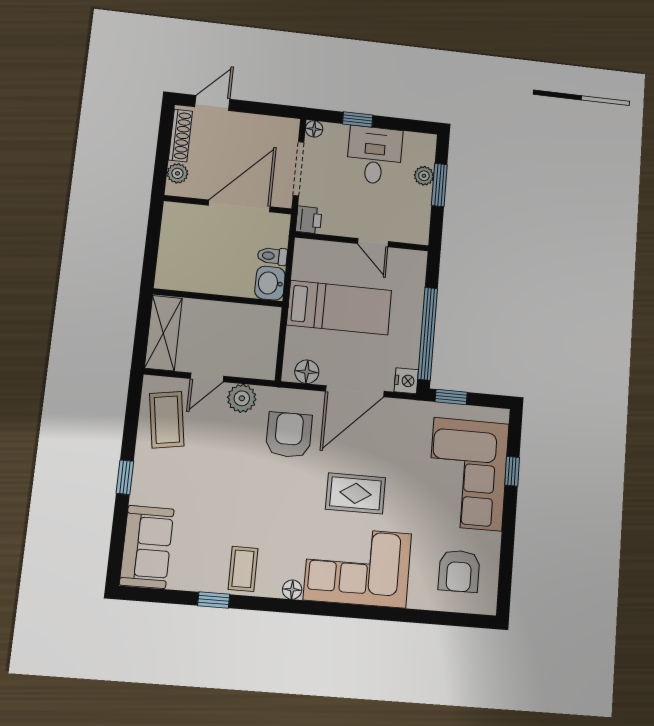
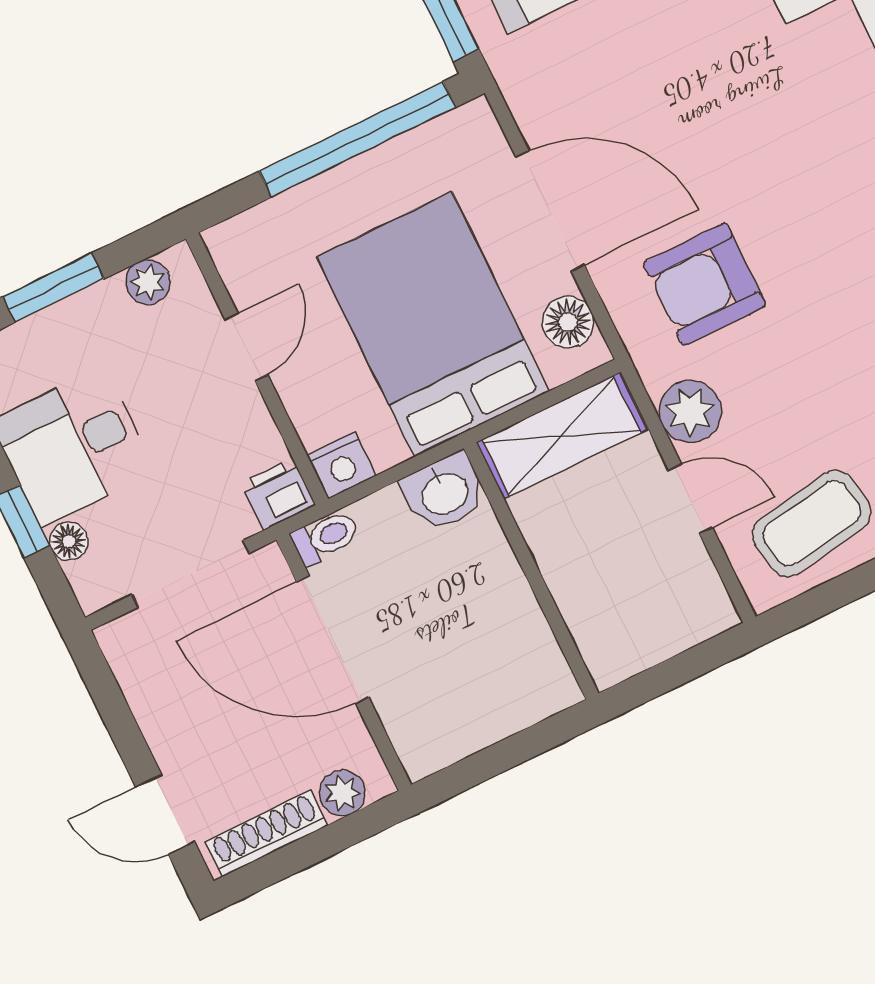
floor lamp: (314, 129) -> (69, 541), moved
plant: (424, 176) -> (148, 282), moved
toilet: (272, 256) -> (325, 537), moved, turned -90
bed: (339, 308) -> (433, 324), width x1.50
shelving: (163, 333) -> (561, 436), moved
nightstand: (406, 381) -> (341, 465), moved, turned 180
rug: (356, 493) -> (737, 97), removed

